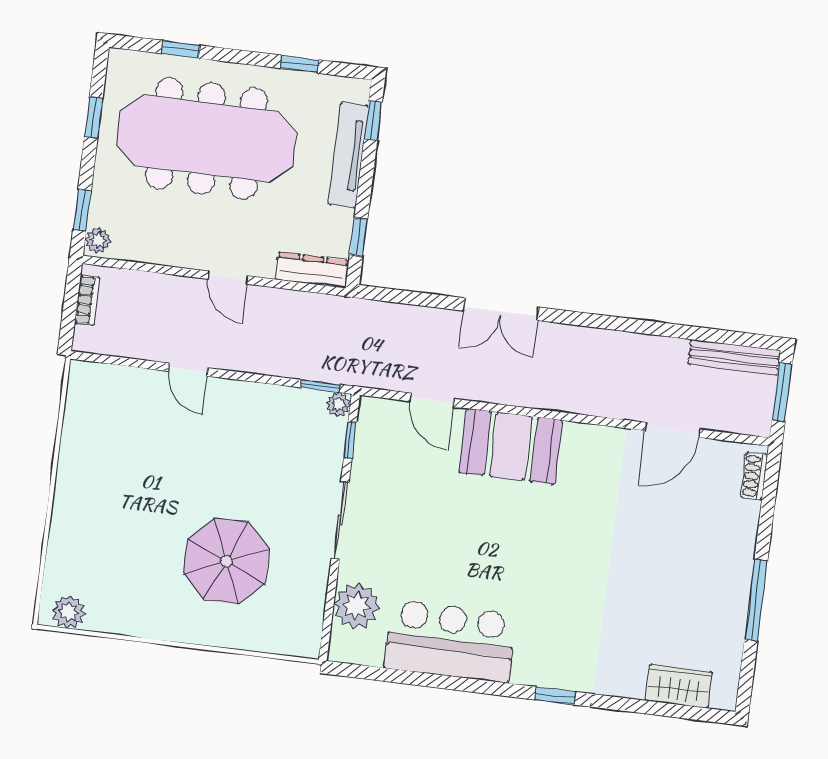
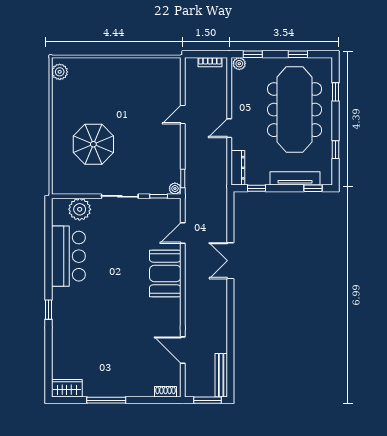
wardrobe: (679, 686) -> (67, 388), moved, turned -90

